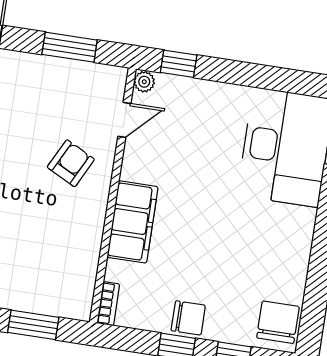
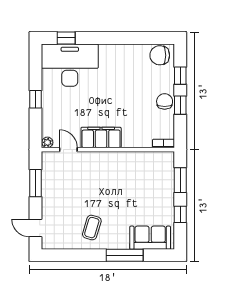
window: (179, 64) -> (36, 99), moved
armchair: (71, 163) -> (95, 174), removed
filing cabinet: (132, 222) -> (101, 137), moved

